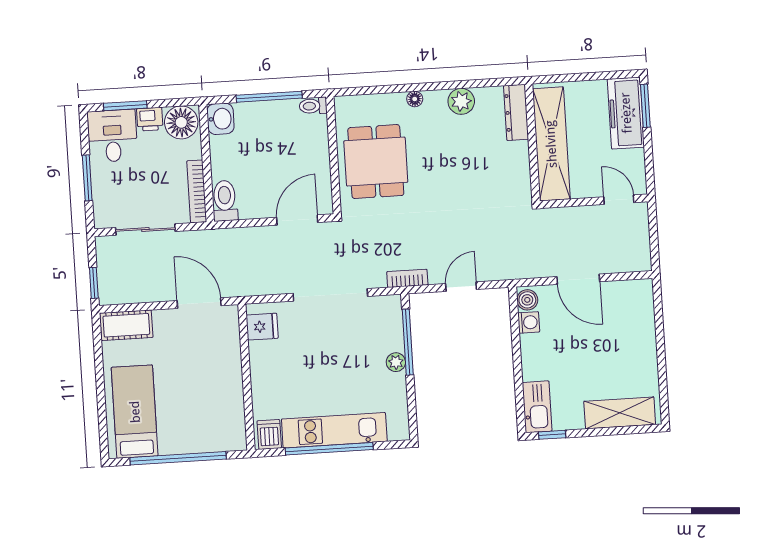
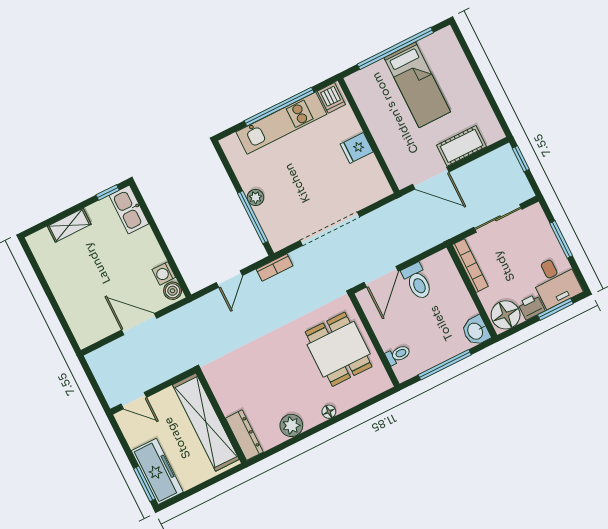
toilet: (313, 106) -> (398, 355), moved
toilet: (225, 201) -> (417, 281), moved
cot: (126, 325) -> (462, 146), moved
fridge: (262, 327) -> (357, 148), moved
bed: (135, 412) -> (417, 85), moved
shelving: (620, 413) -> (69, 225), width x0.67, depth x0.75

